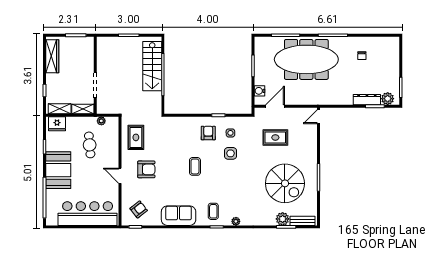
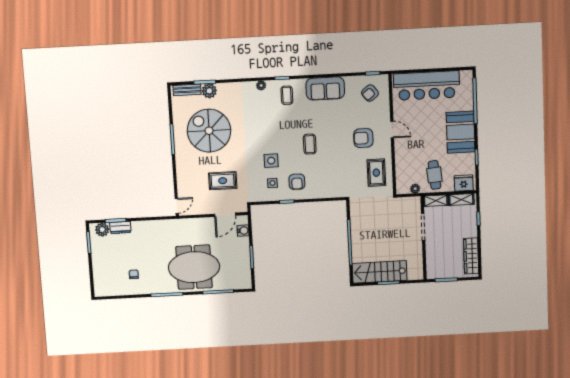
meeting table: (306, 59) -> (194, 267), width x0.73
stairs: (152, 66) -> (380, 272), moved, turned -90
dresser: (367, 100) -> (120, 227), width x0.70
cafe table: (90, 145) -> (434, 175), moved

